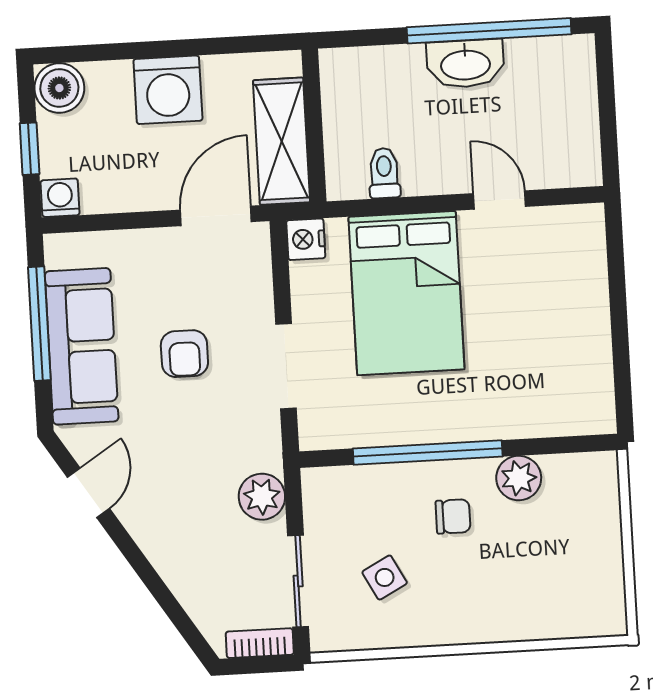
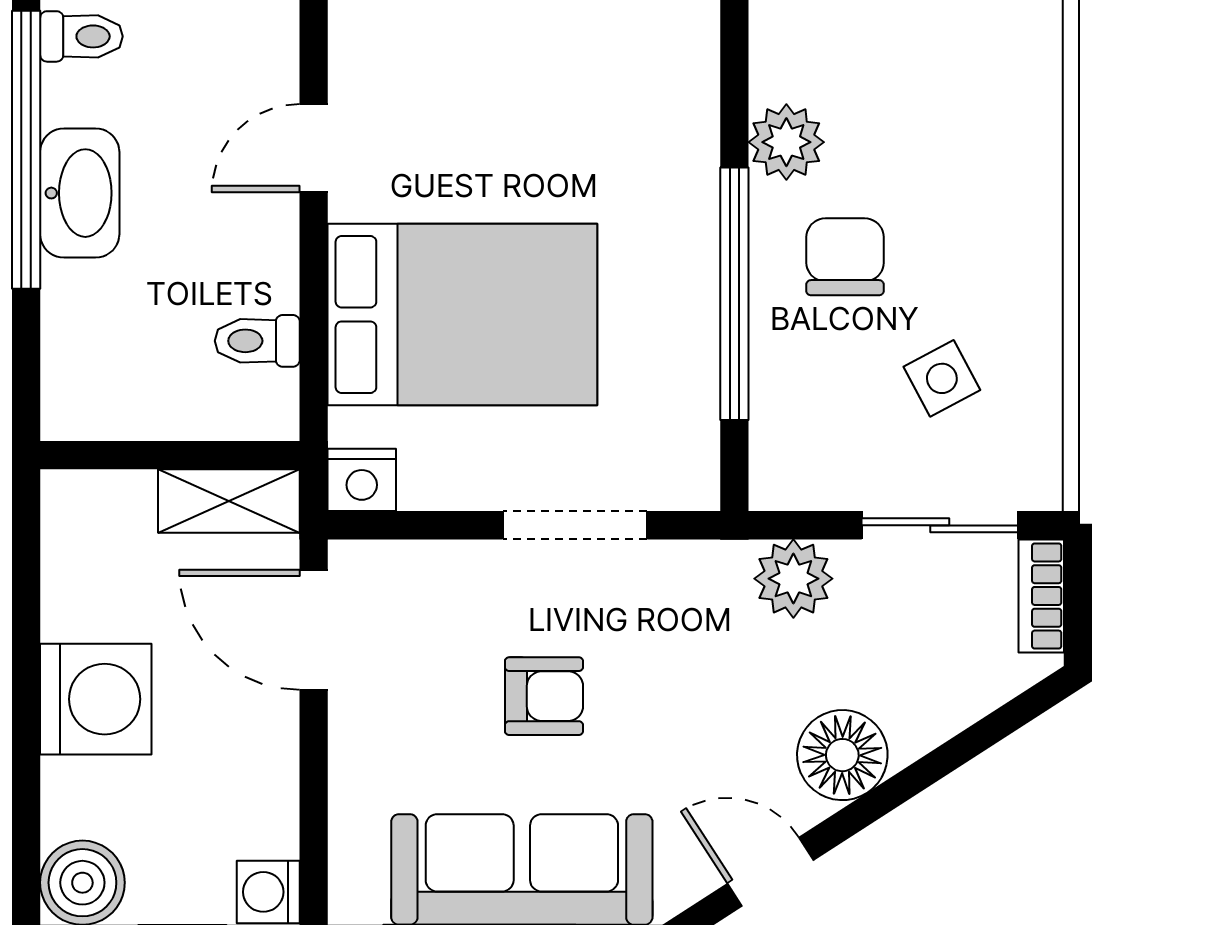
toilet: (558, 60) -> (81, 36), added
shelving: (282, 141) -> (229, 501), width x0.67, depth x0.75
chair: (453, 516) -> (845, 257), width x1.37, depth x1.37
floor lamp: (160, 531) -> (842, 755), added

